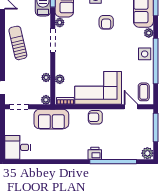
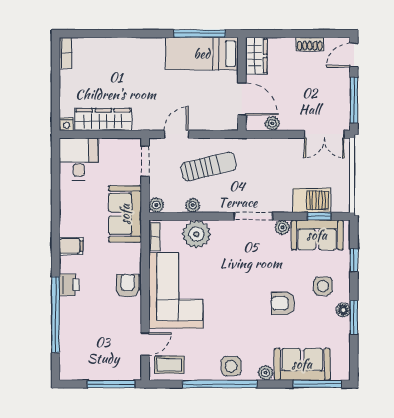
sun lounger: (18, 43) -> (209, 167), moved
plant: (60, 79) -> (196, 234), width x1.88, depth x1.88
filing cabinet: (71, 152) -> (71, 246), added
plant: (147, 153) -> (69, 371), removed

